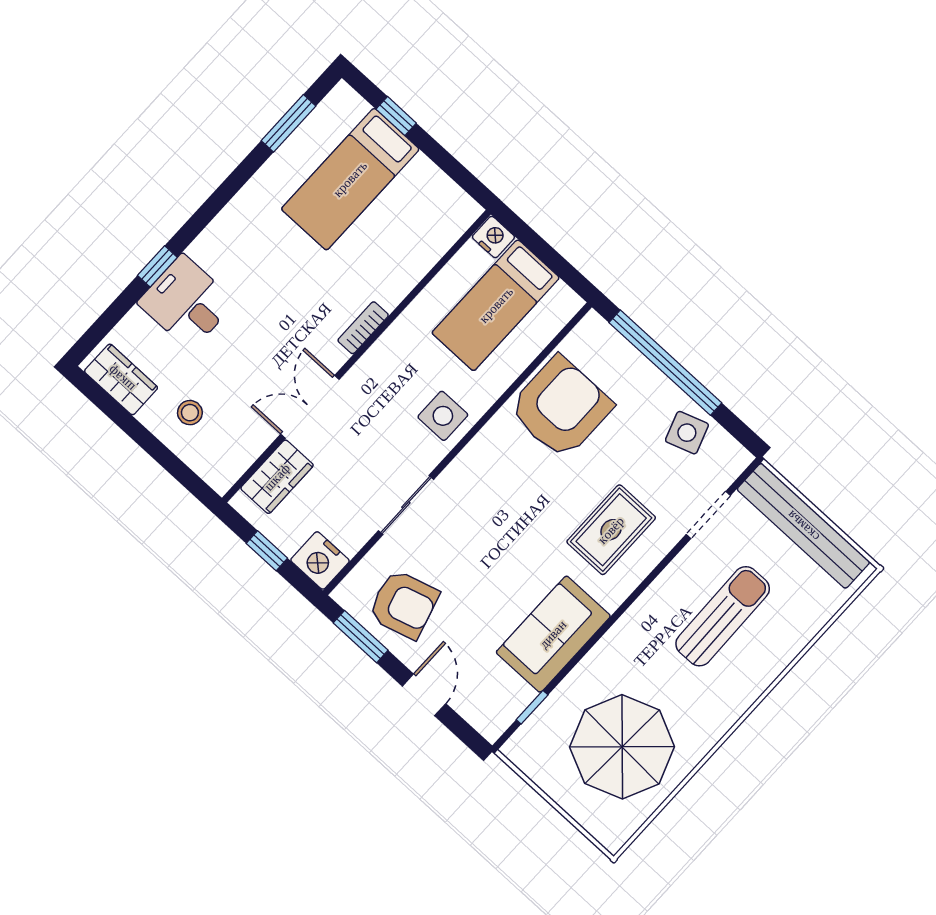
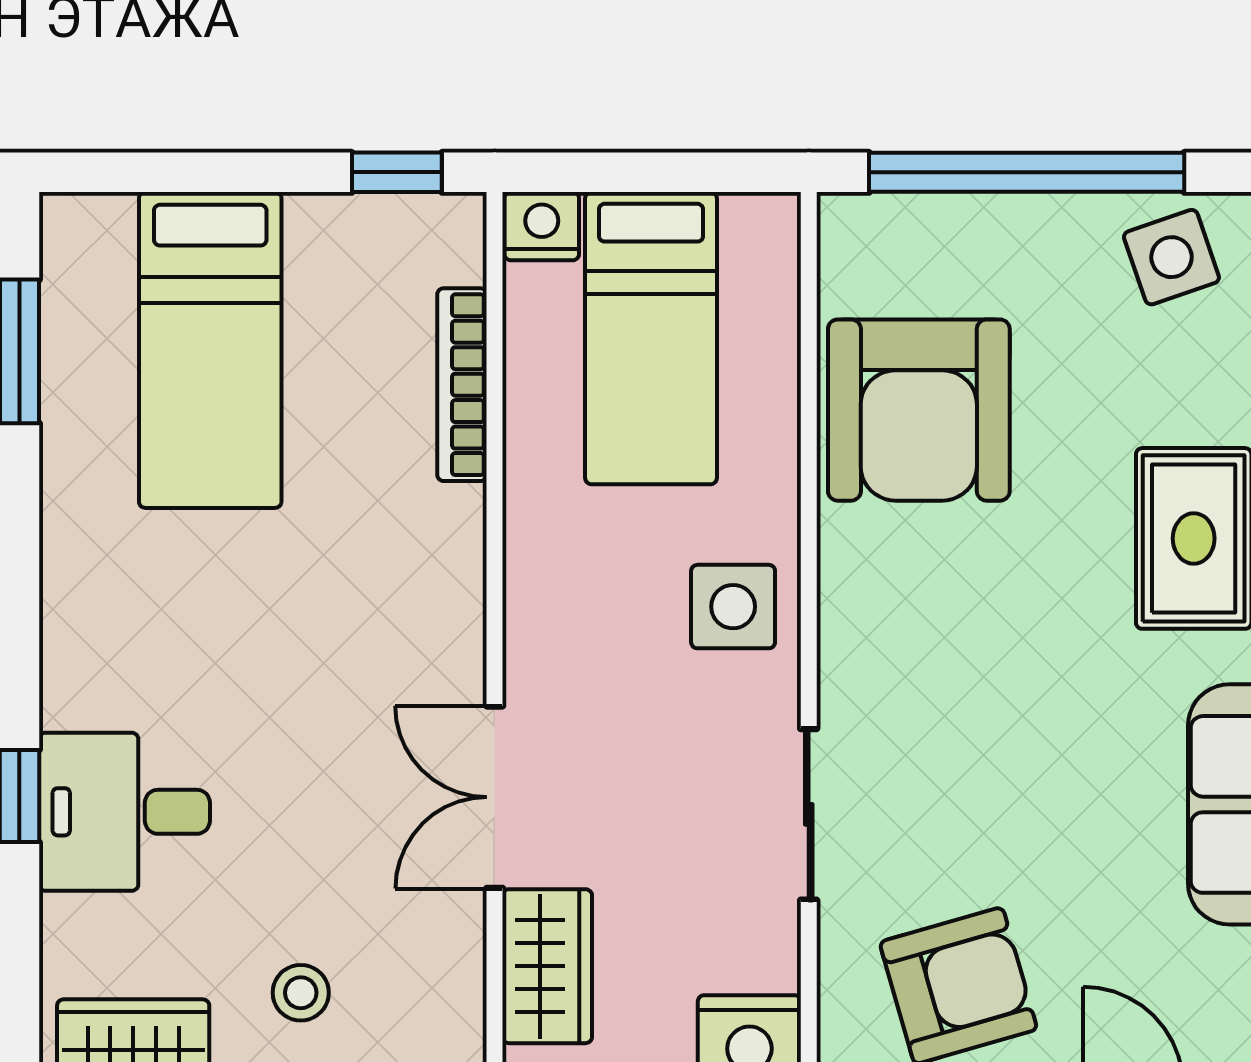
window: (396, 116) -> (397, 172), moved
bookcase: (363, 328) -> (462, 385), moved, width x1.56
armchair: (561, 407) -> (919, 410), turned 180

